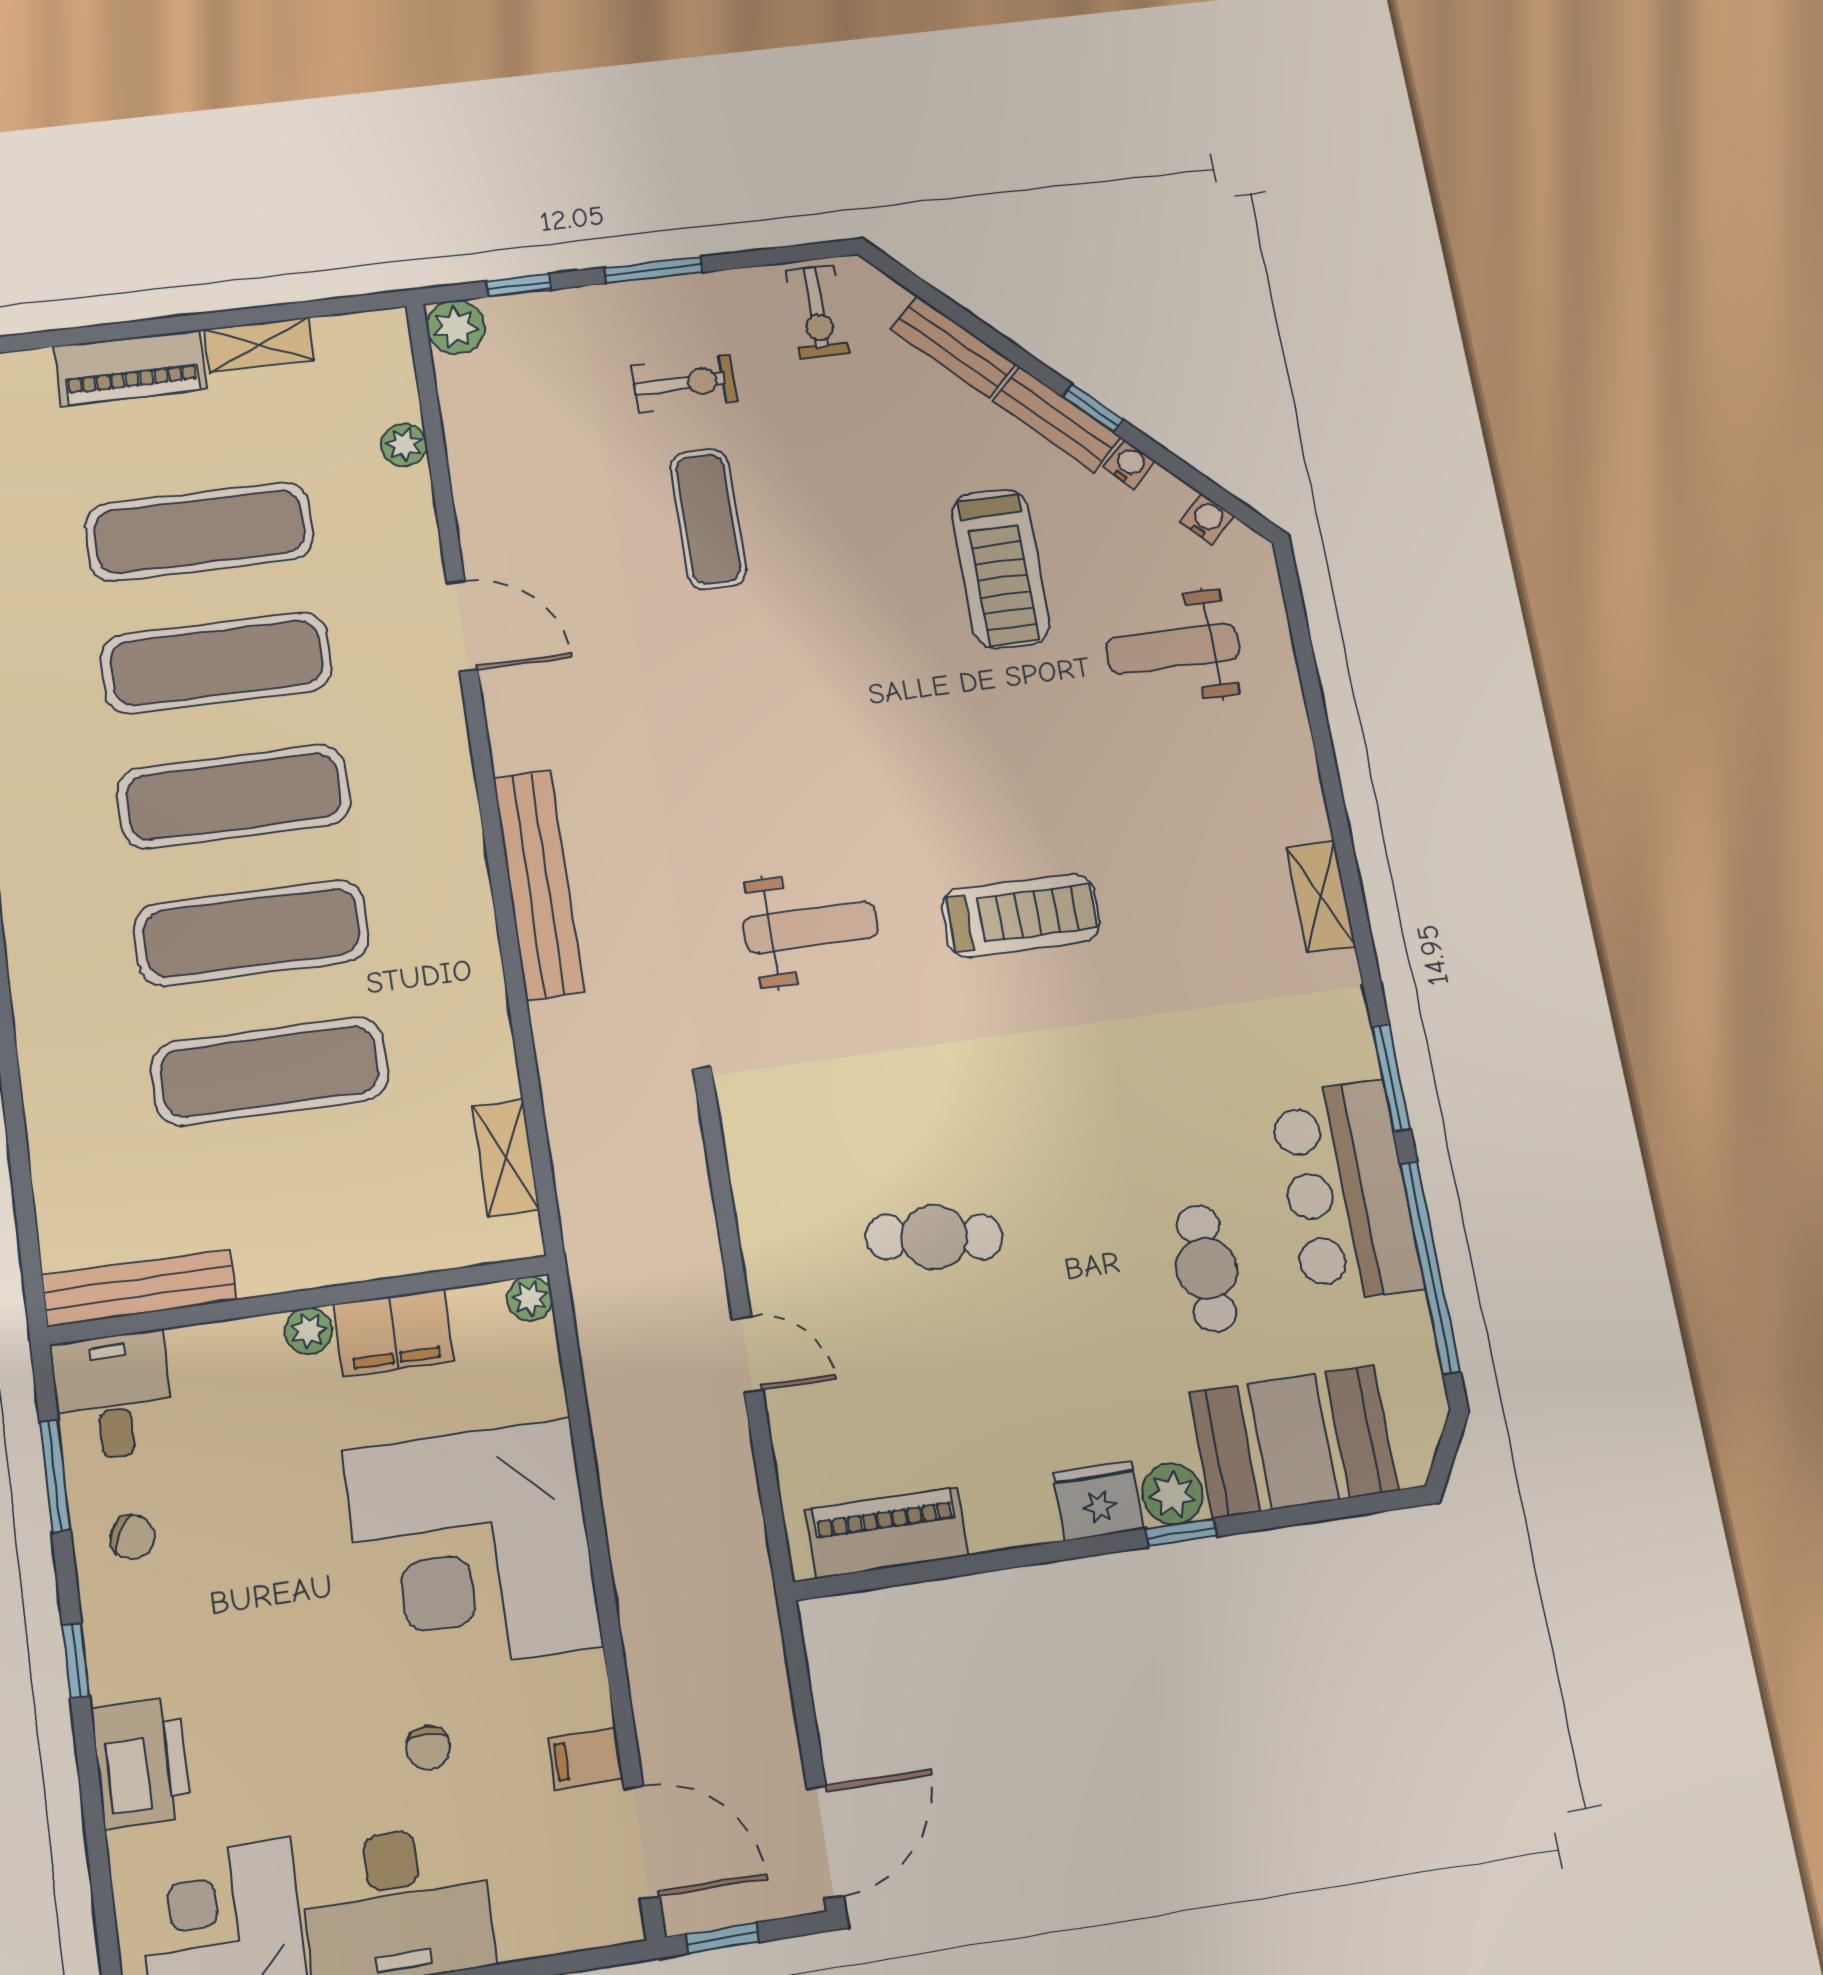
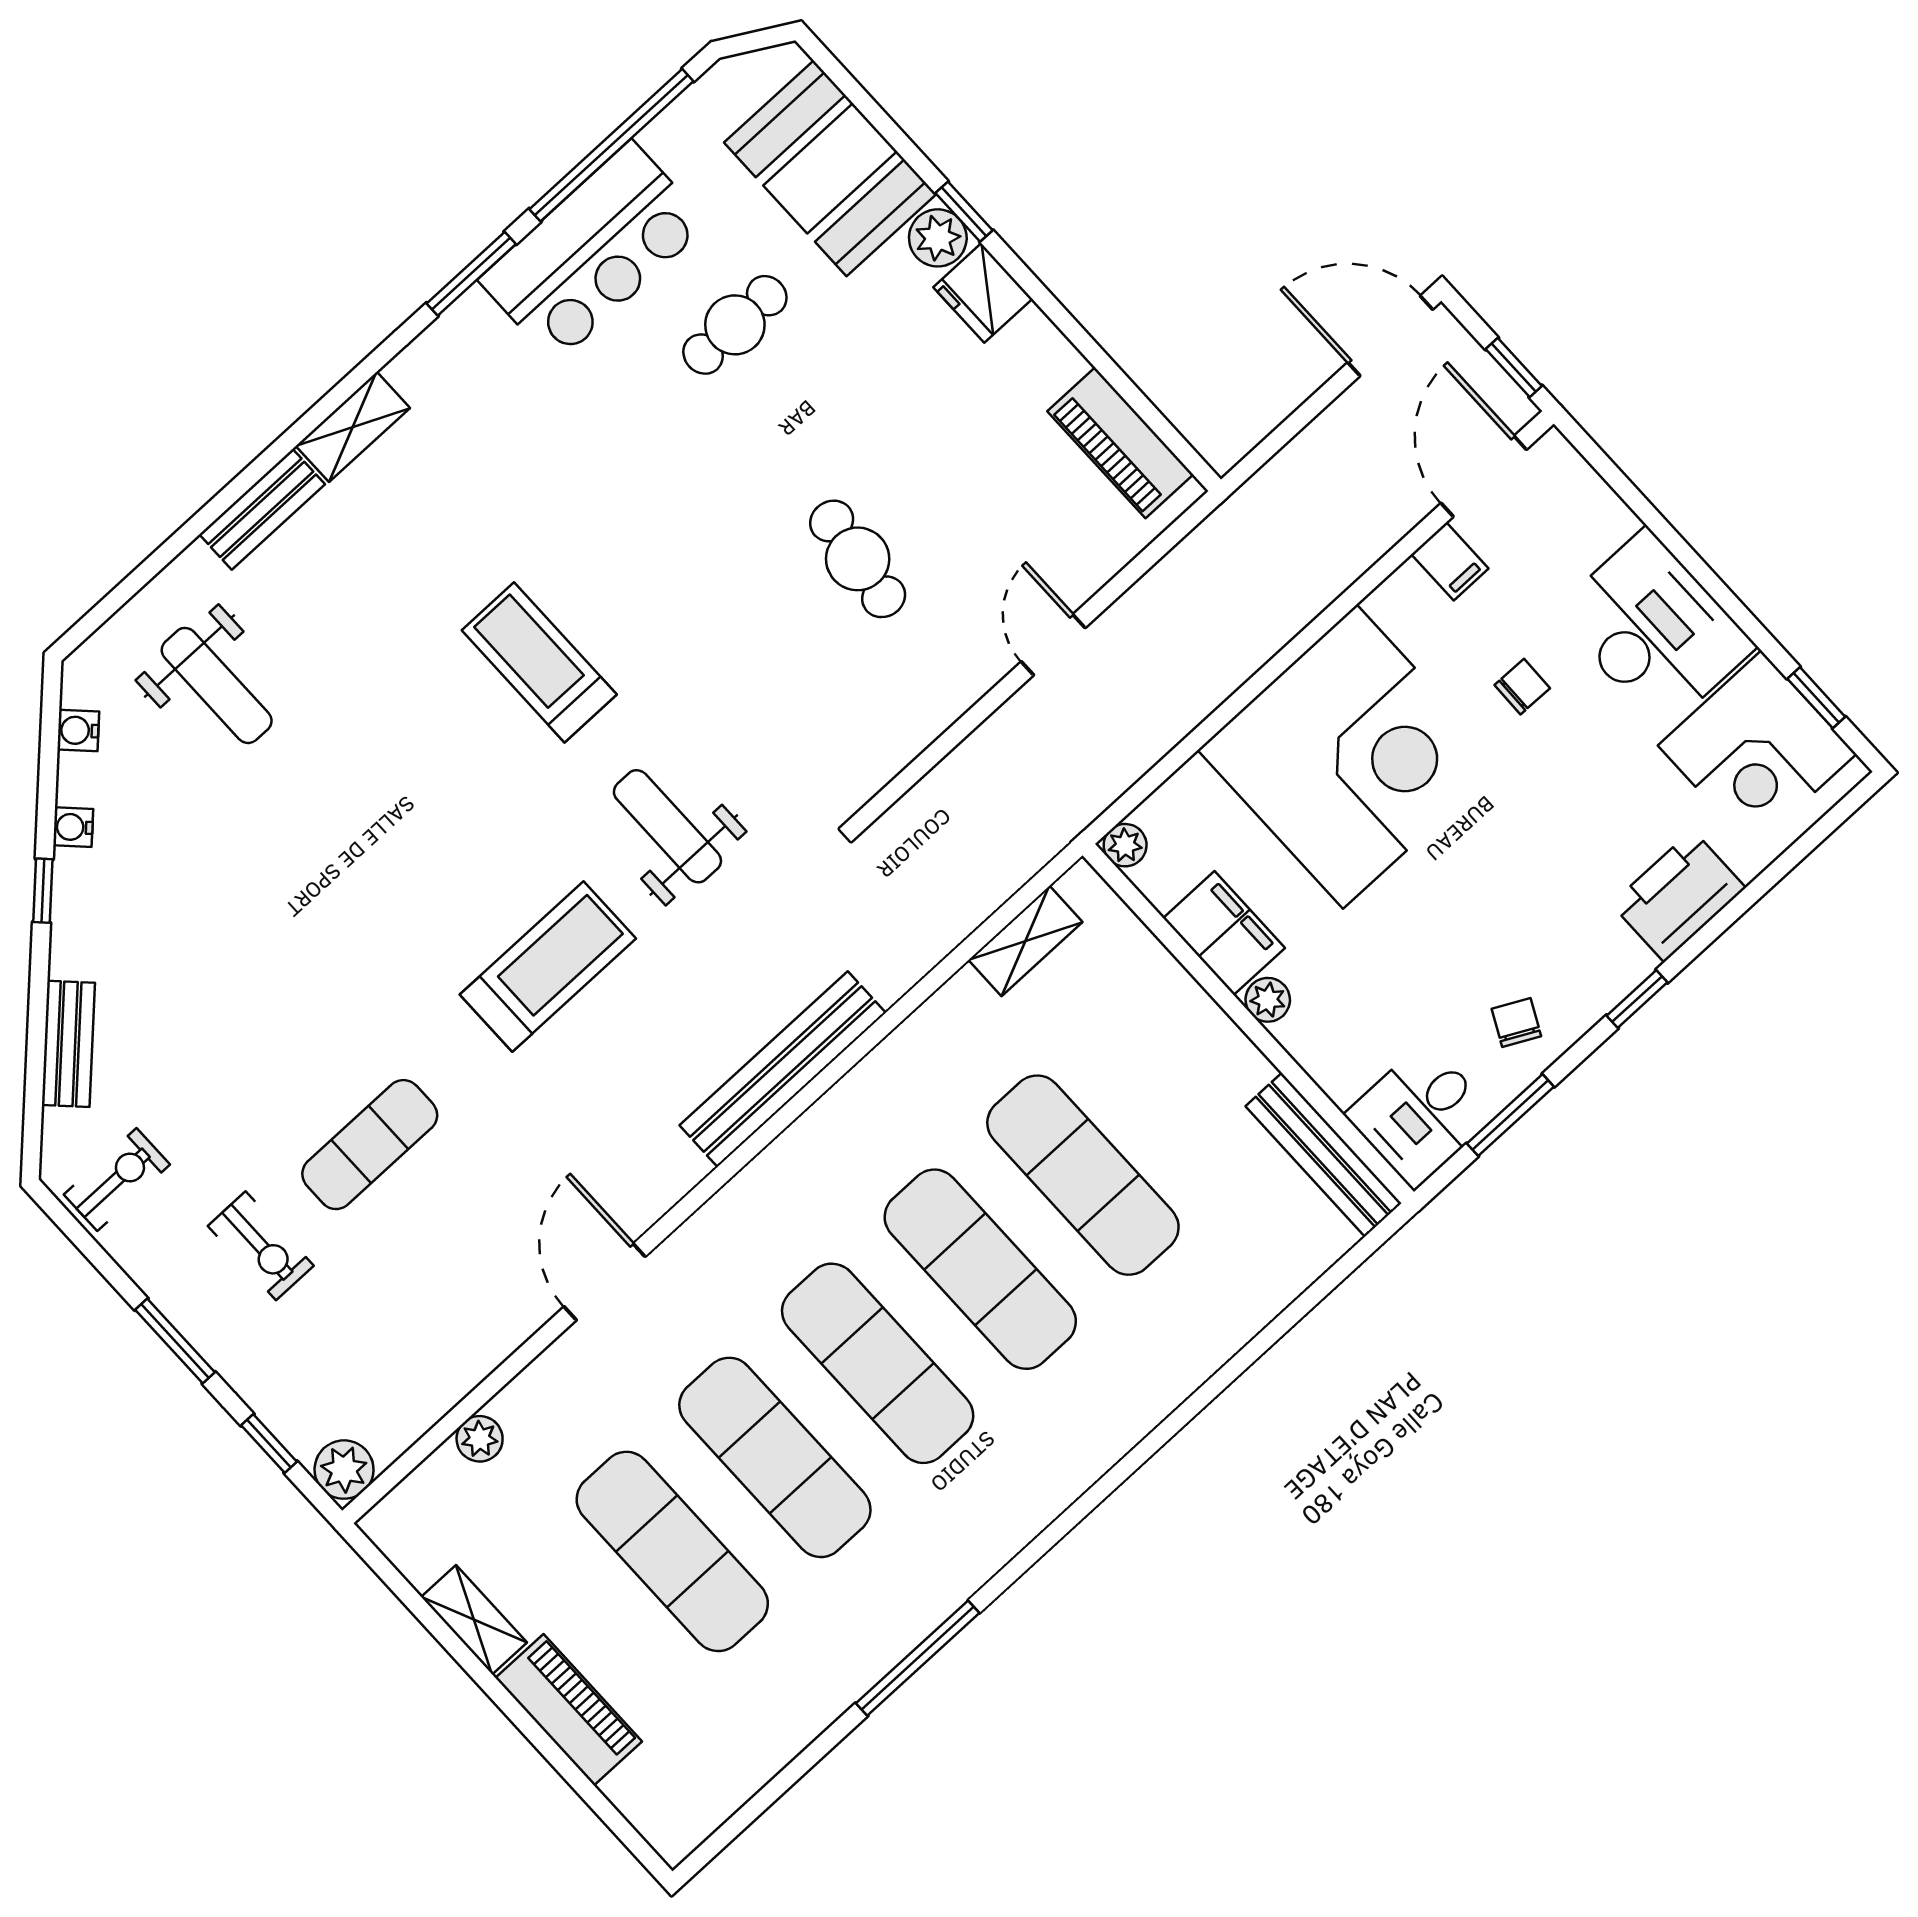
exercise bike: (685, 383) -> (261, 1246), turned 180
bench: (1057, 419) -> (262, 509), moved, turned 45
treadmill: (1001, 569) -> (548, 967), moved

